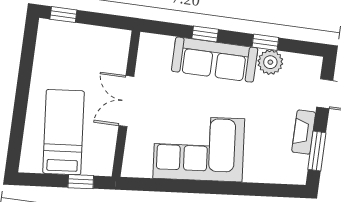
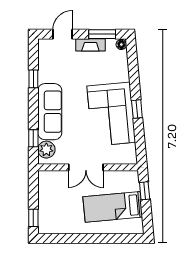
window: (205, 34) -> (33, 138), moved
plant: (270, 62) -> (46, 150), moved
floor lamp: (298, 177) -> (121, 44), added
window: (201, 187) -> (137, 109), added

